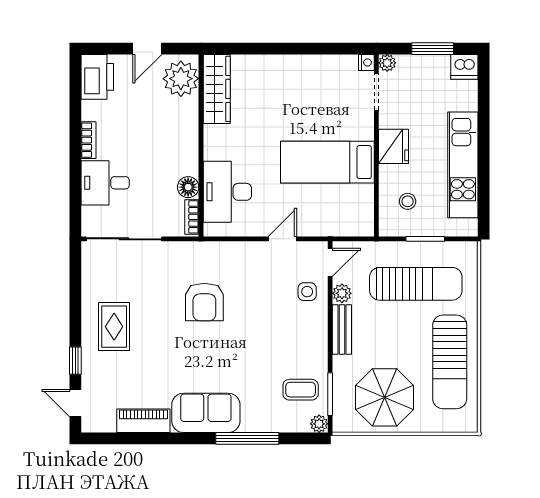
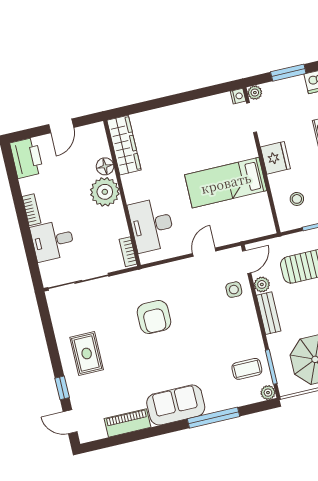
plant: (181, 79) -> (105, 192), moved
floor lamp: (188, 187) -> (105, 166), moved

